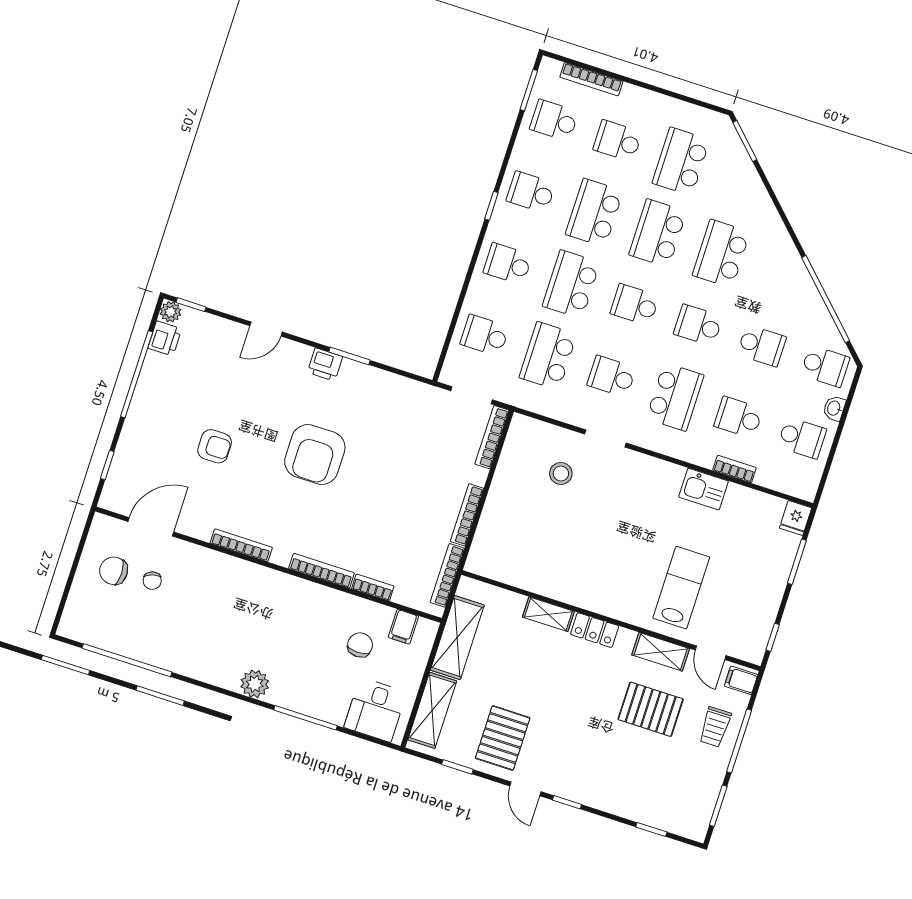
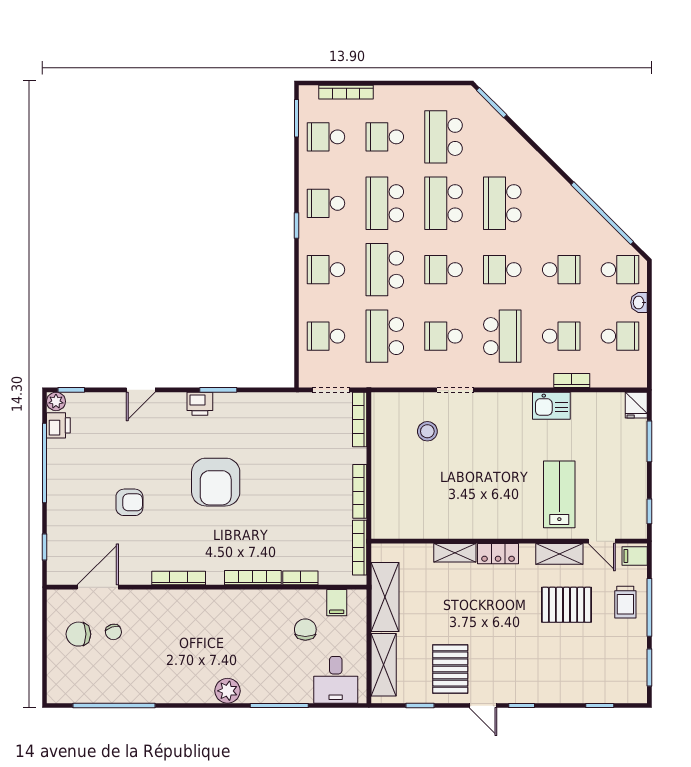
school desk: (738, 417) -> (561, 336), turned 180

